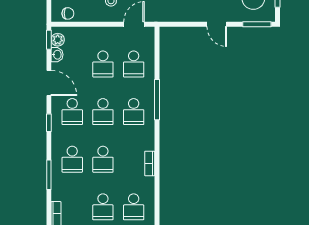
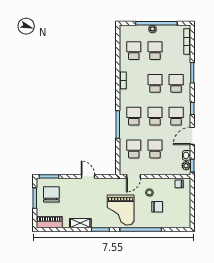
door: (217, 24) -> (88, 176), moved
door: (49, 83) -> (192, 136), hinge flipped

